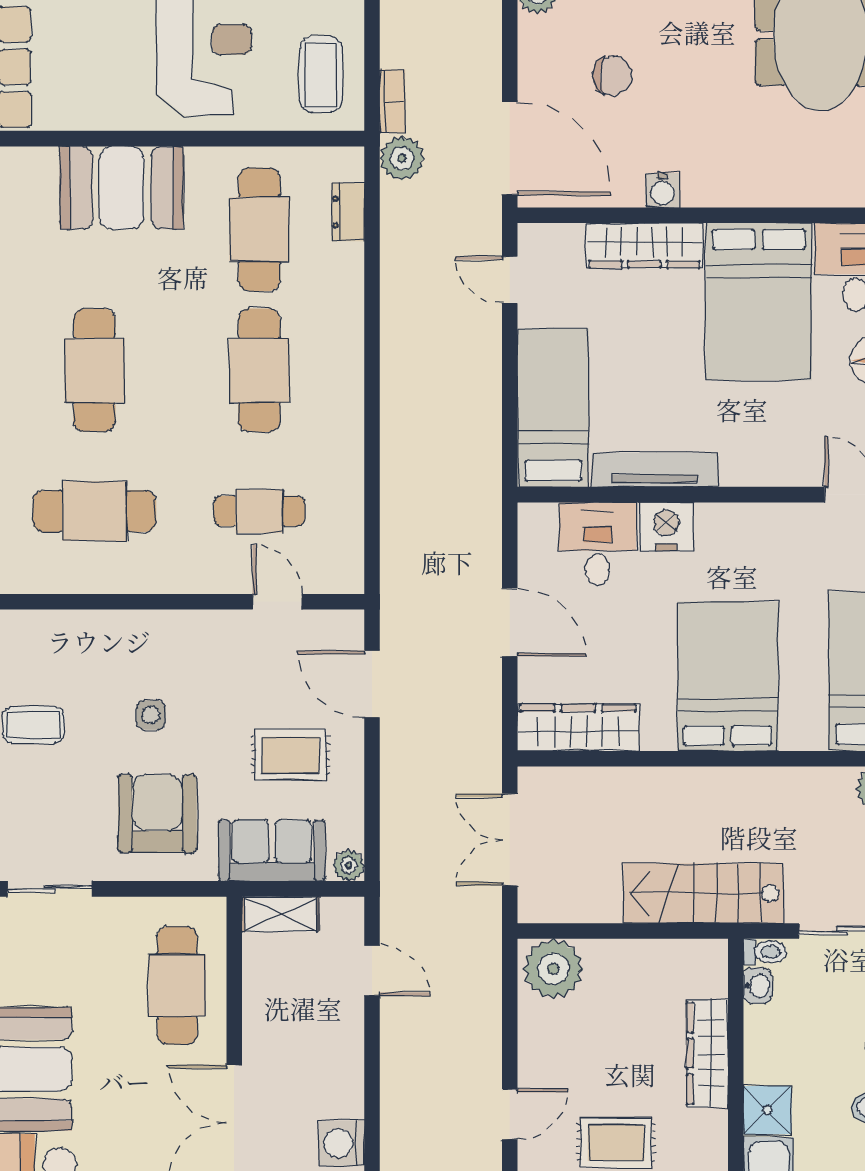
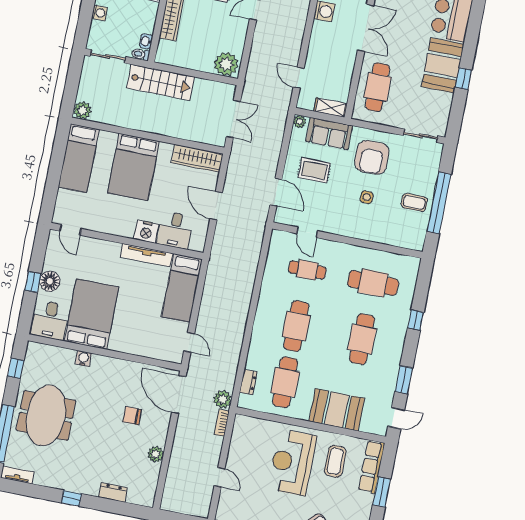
coffee table: (321, 74) -> (335, 461), moved
water cooler: (663, 190) -> (83, 359), moved
wardrobe: (644, 245) -> (133, 345), removed

